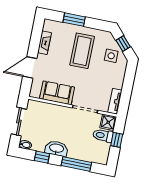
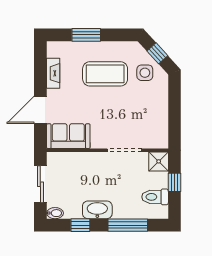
coffee table: (82, 51) -> (105, 74), turned 90
sofa: (57, 93) -> (68, 136), moved
tv unit: (115, 101) -> (162, 132), removed
toilet: (103, 136) -> (155, 197), moved

